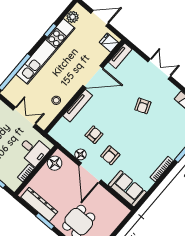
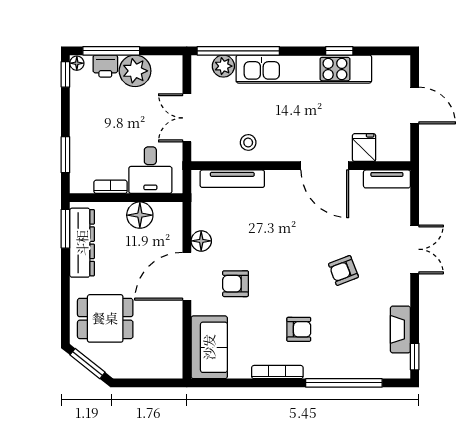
plant: (73, 17) -> (223, 66), moved
fridge: (109, 43) -> (364, 148), moved
tv unit: (78, 106) -> (232, 179), moved
double door: (24, 117) -> (187, 118), swing flipped
armchair: (94, 135) -> (299, 329), moved
floor lamp: (55, 163) -> (140, 215), moved
window: (45, 221) -> (65, 229), moved

